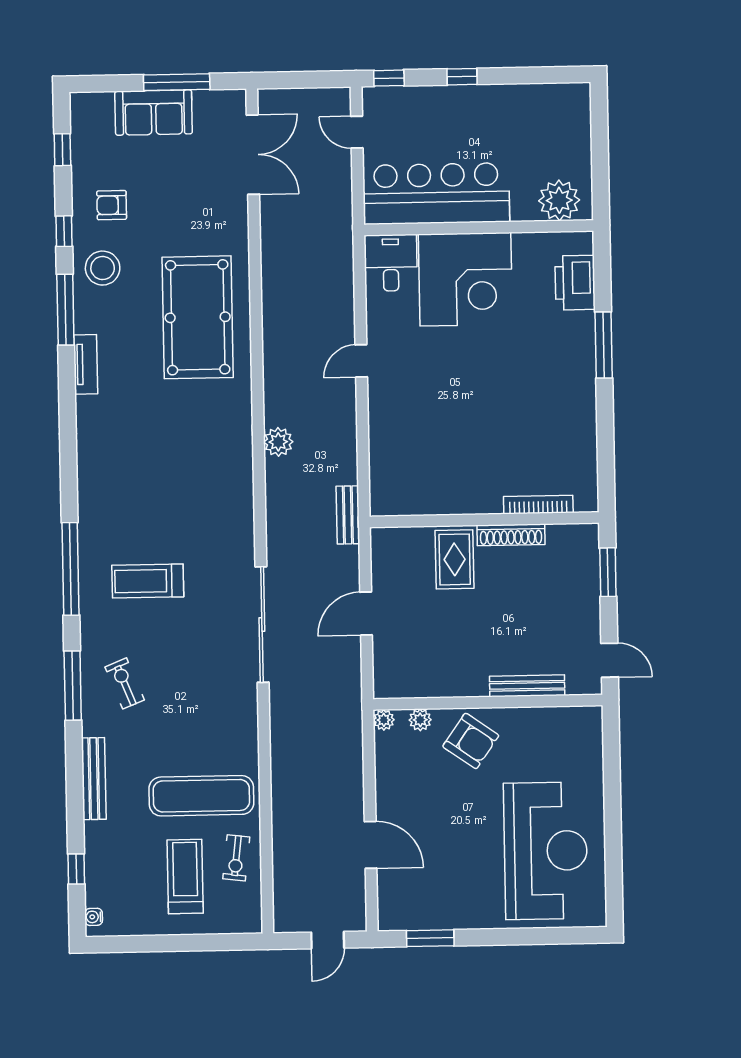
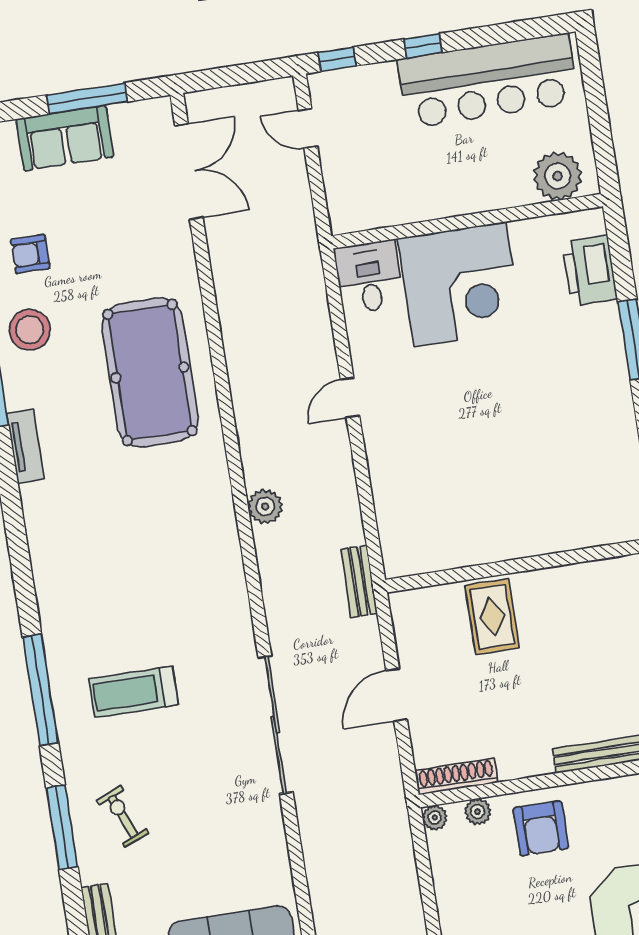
bar counter: (436, 194) -> (488, 81), moved, turned 180
bookcase: (538, 505) -> (582, 538), removed
shoe rack: (511, 535) -> (456, 776), moved, turned 180
armchair: (471, 741) -> (541, 828), turned 55

